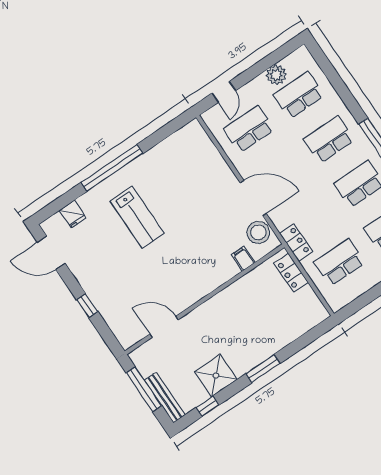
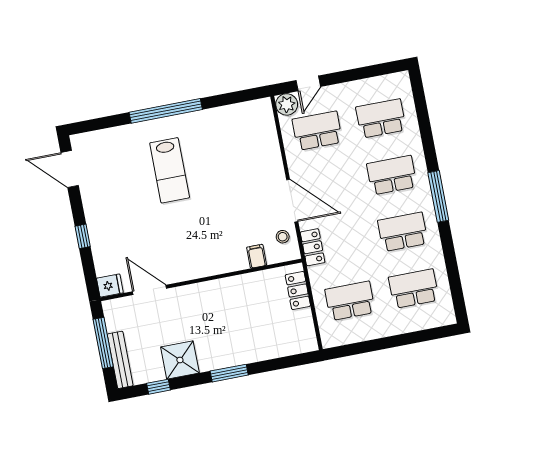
plant: (276, 75) -> (287, 104), moved
fridge: (73, 214) -> (110, 286), moved, turned -90
stool: (258, 232) -> (283, 237), width x0.53, depth x0.53
locker: (296, 243) -> (313, 247), moved

